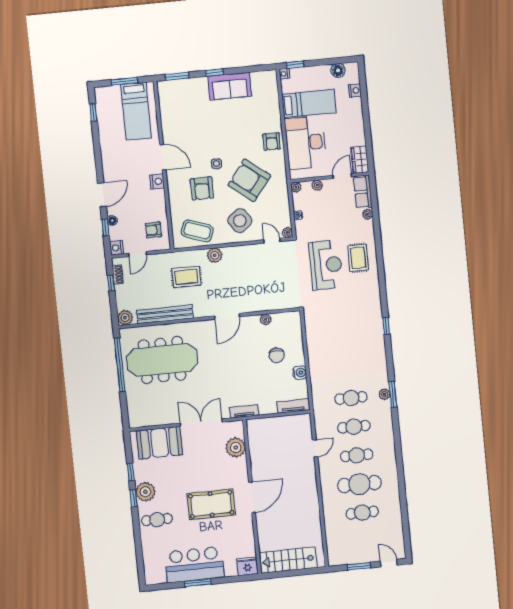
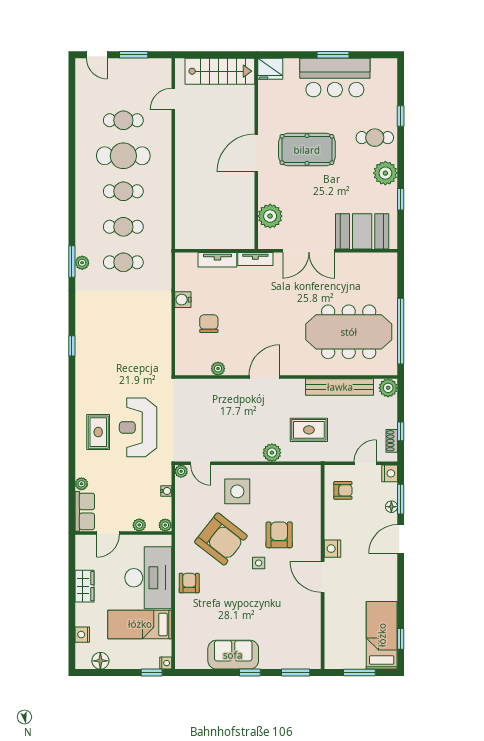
bed: (136, 111) -> (382, 635), moved
wardrobe: (360, 160) -> (84, 586), moved
side table: (240, 221) -> (237, 491), turned 37
window: (105, 228) -> (401, 499), width x1.50
coffee table: (197, 231) -> (290, 484), removed
tv unit: (293, 406) -> (217, 260), moved
door: (315, 448) -> (173, 99), moved
window: (134, 498) -> (401, 116), moved

